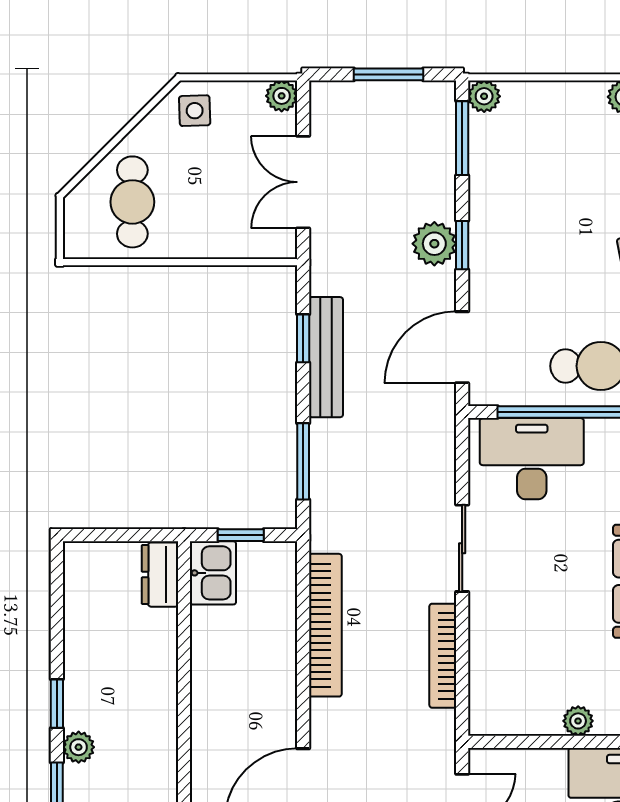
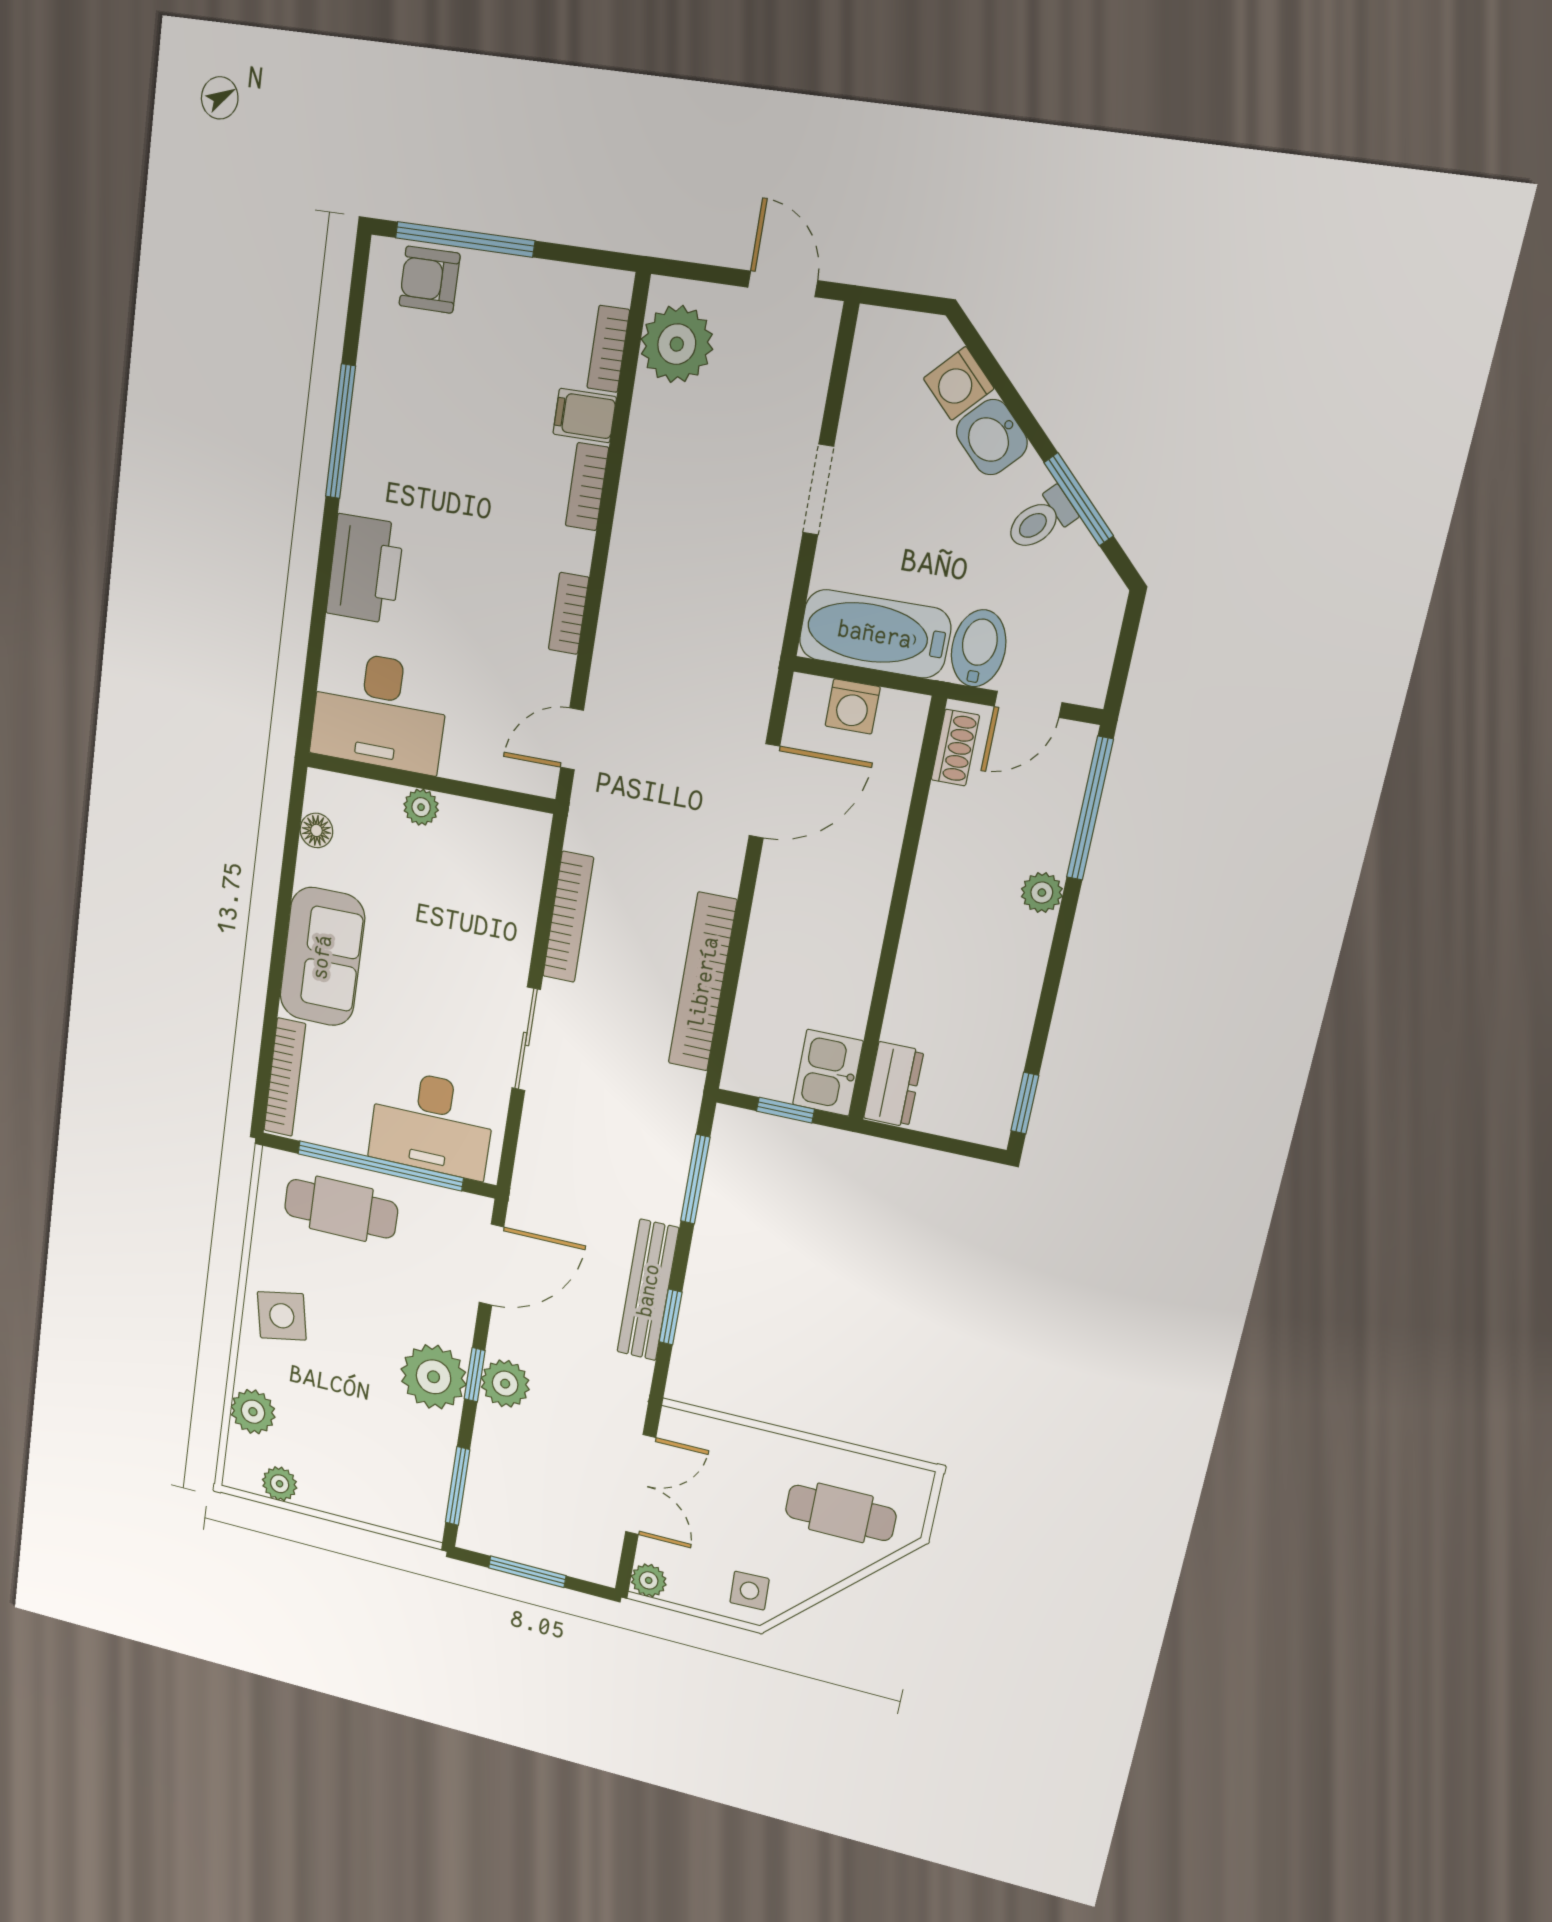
plant: (484, 96) -> (434, 1377), moved, width x1.87, depth x1.87
cafe table: (132, 202) -> (841, 1513), turned 90
window: (57, 704) -> (1025, 1103), moved

